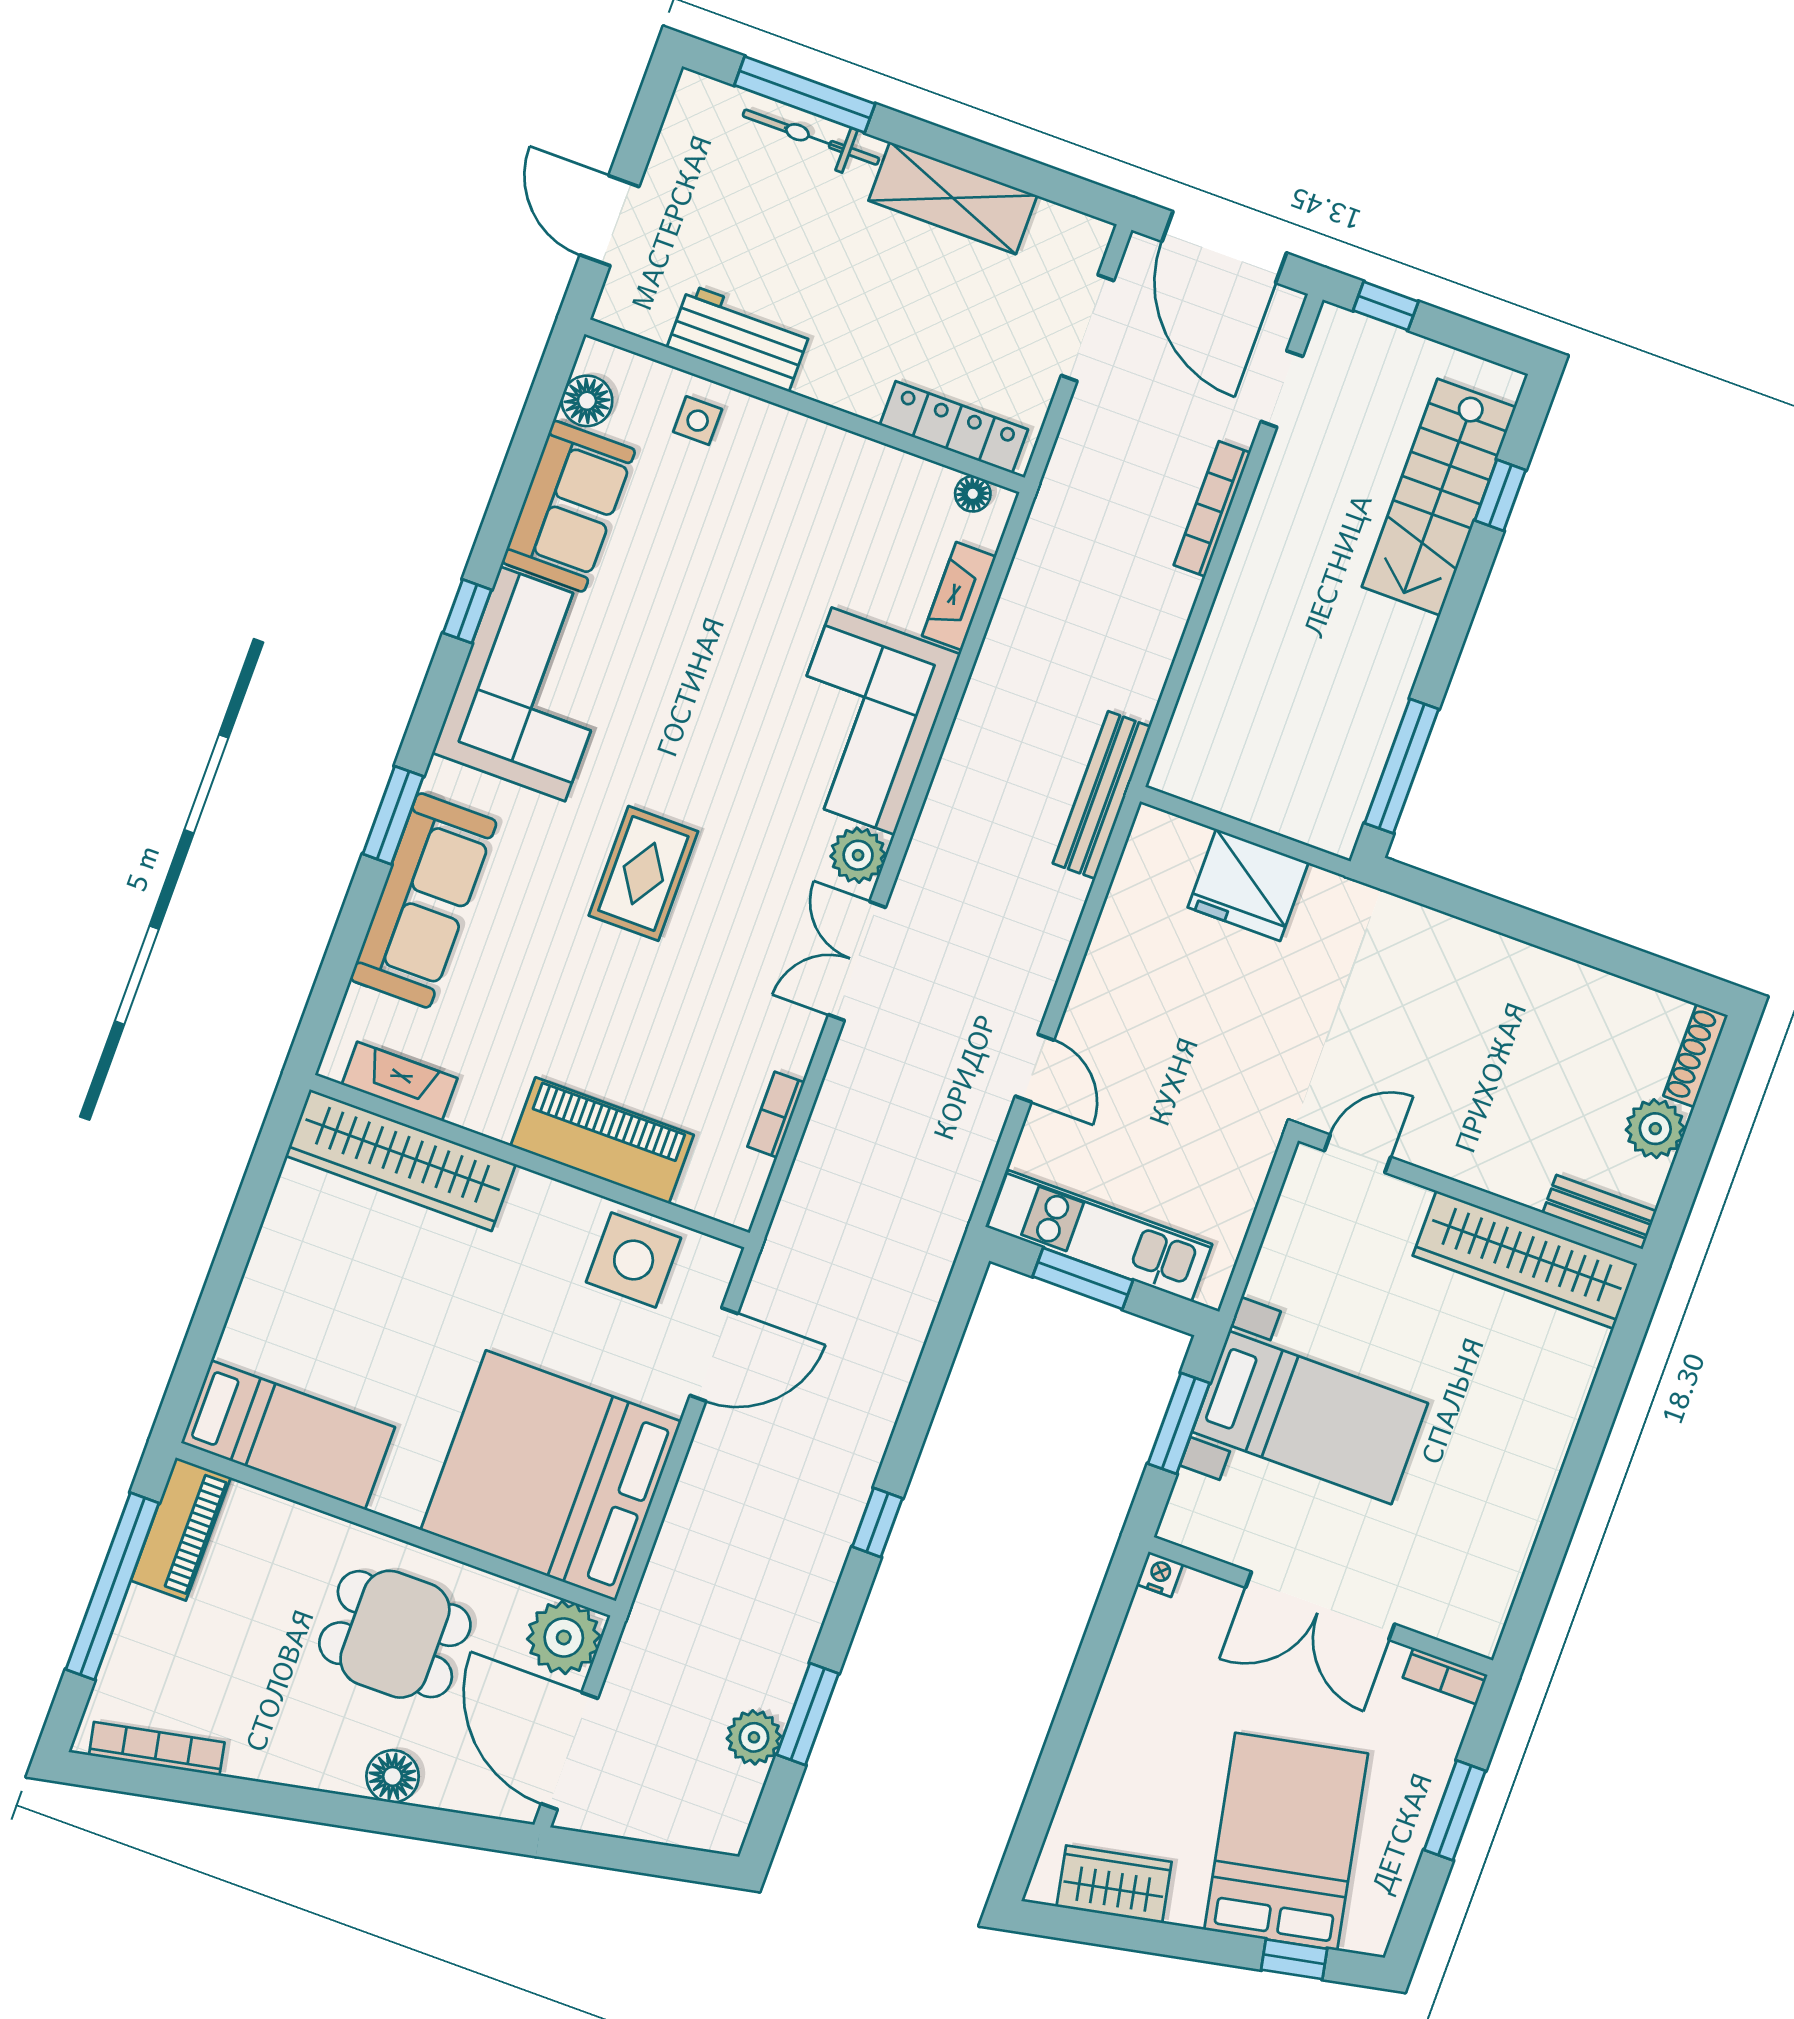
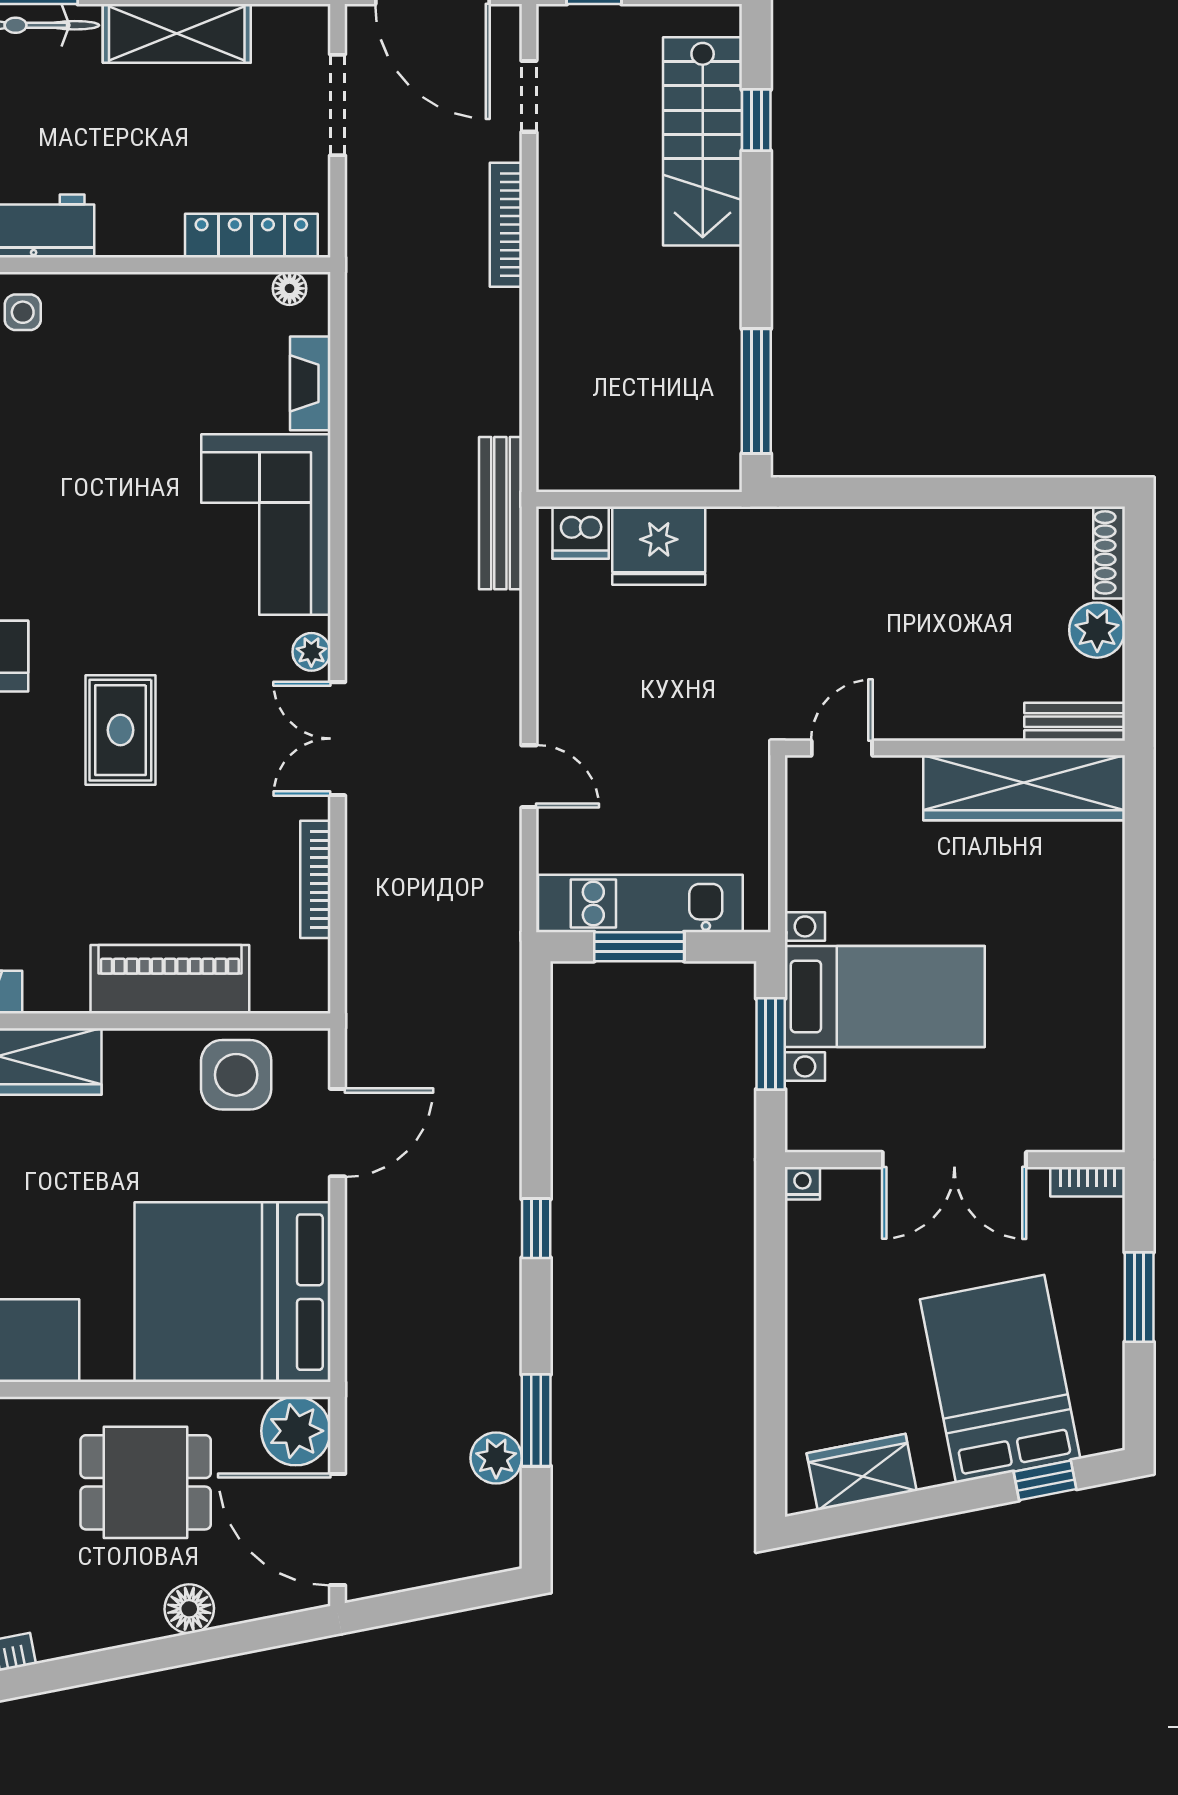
dishwasher: (1175, 844) -> (581, 533), added
plant: (858, 855) -> (311, 652), width x0.73, depth x0.73
bookcase: (776, 1115) -> (315, 879), width x1.56

